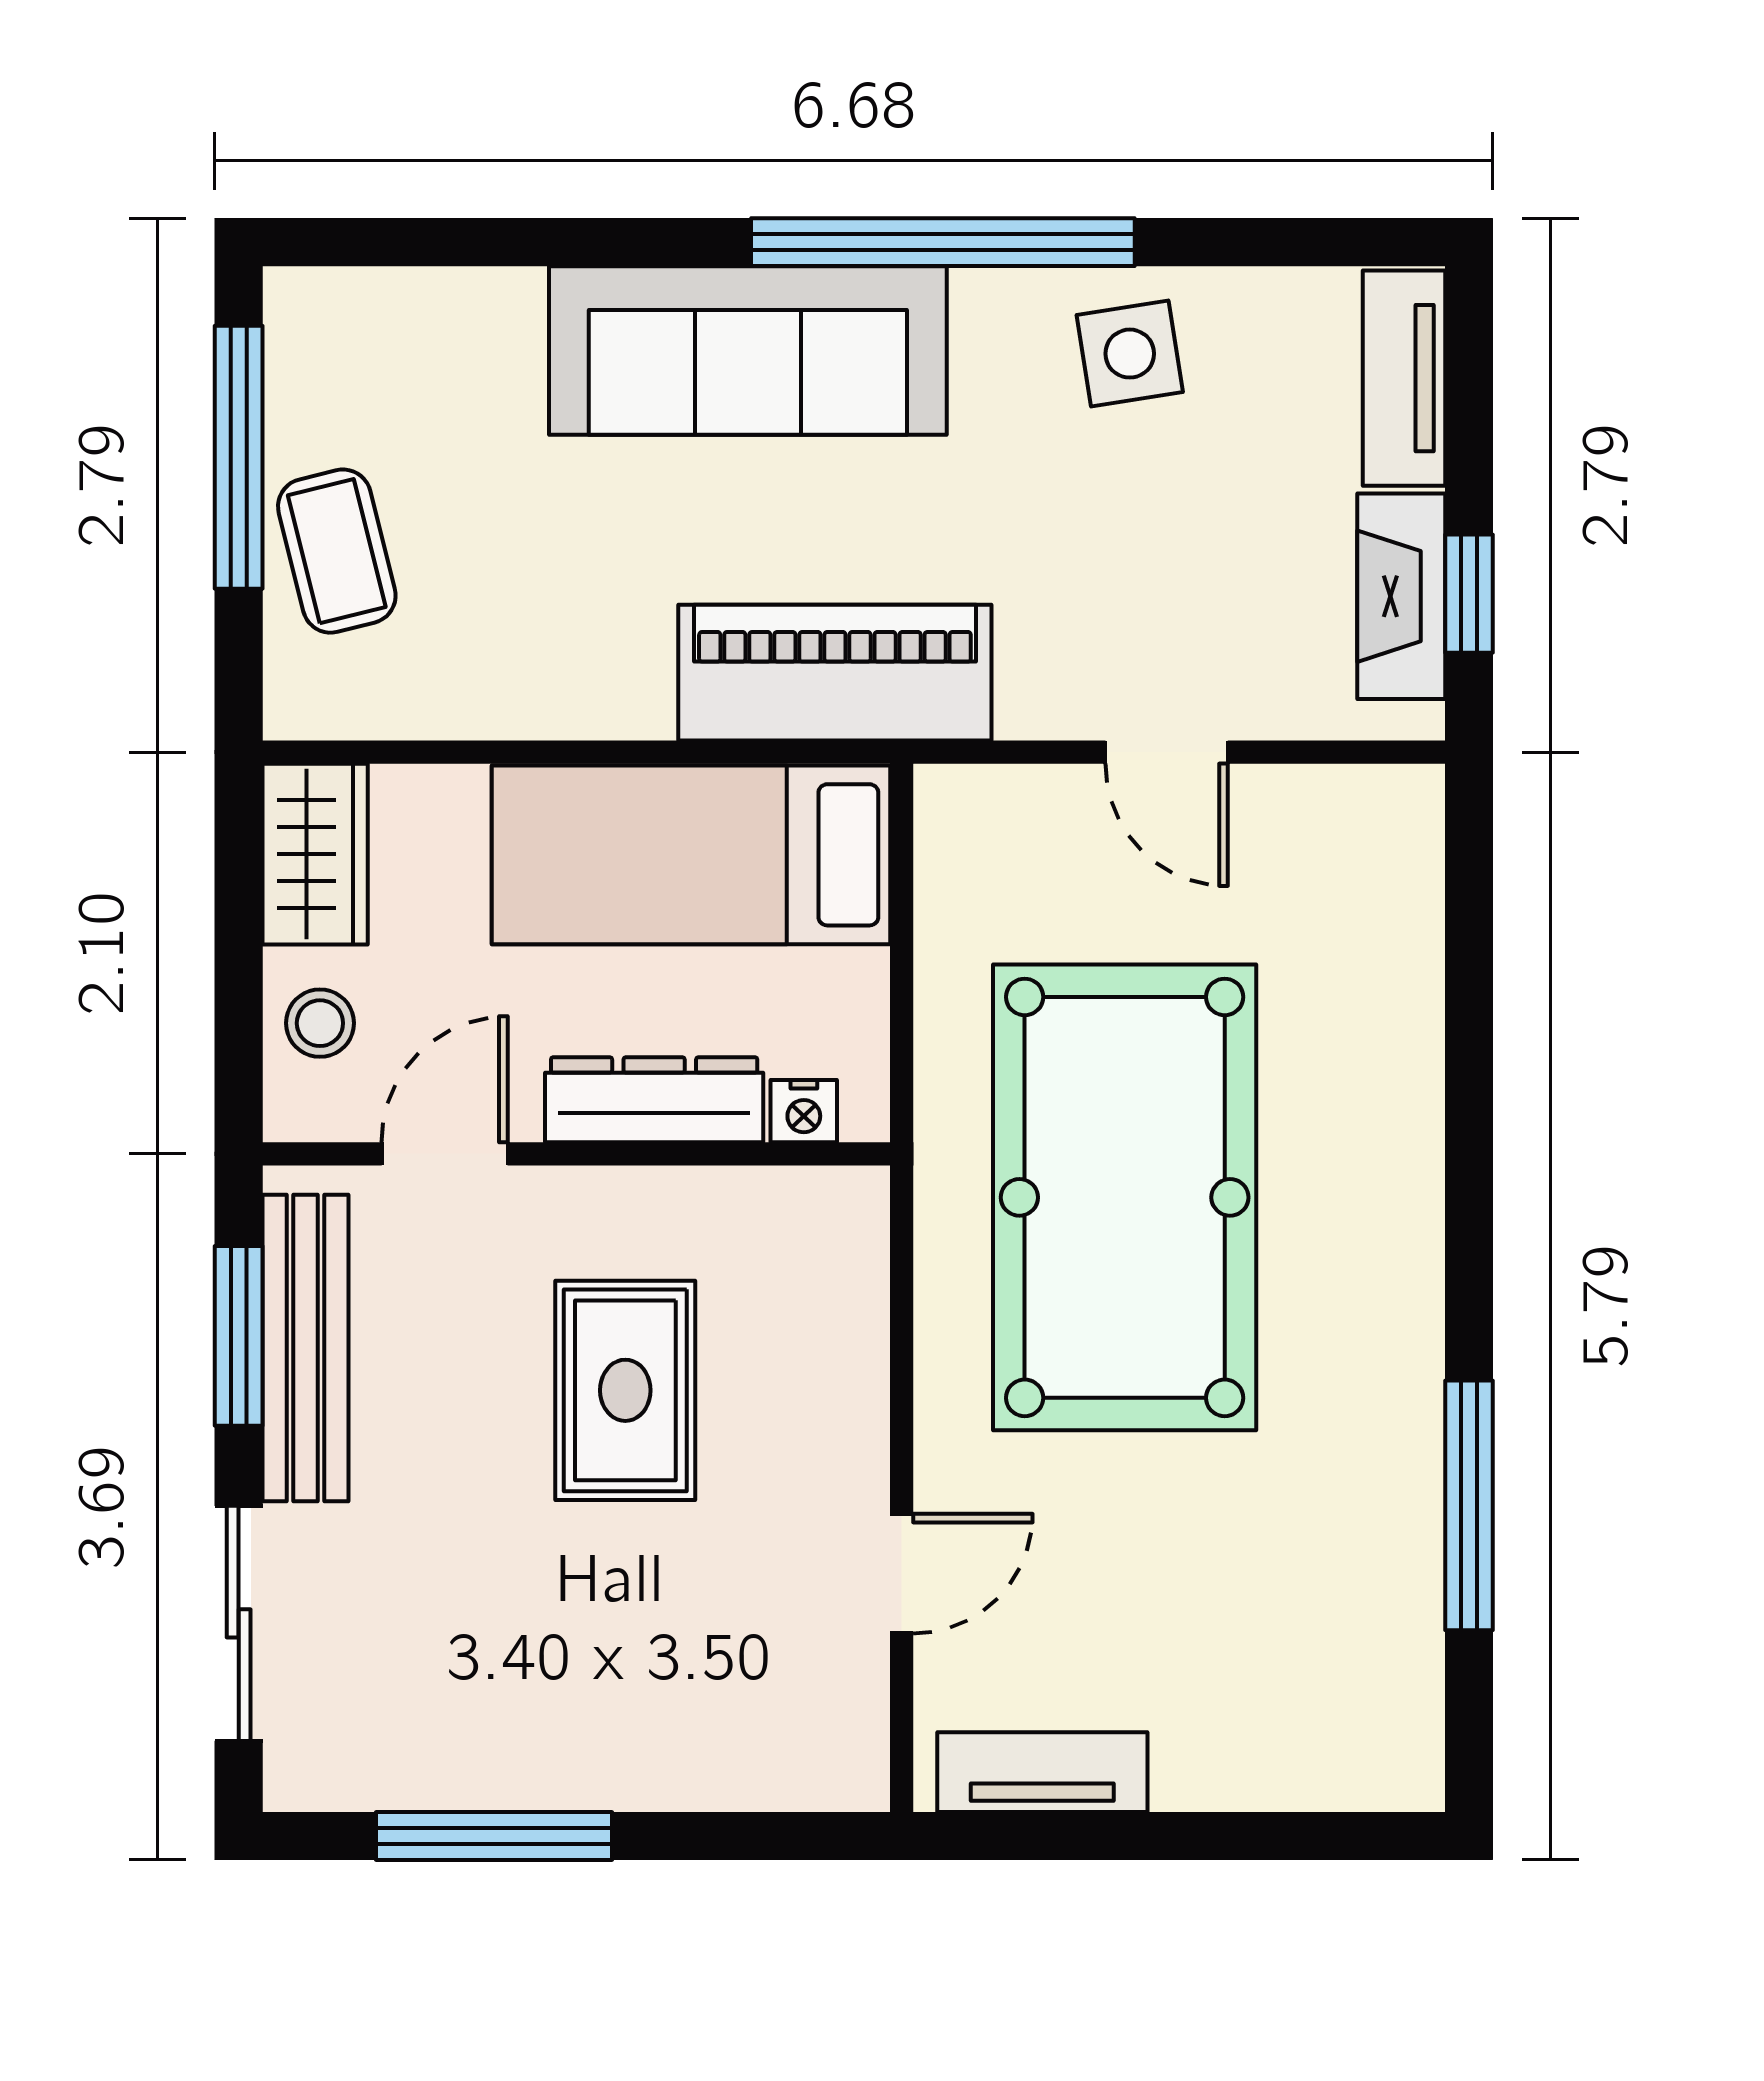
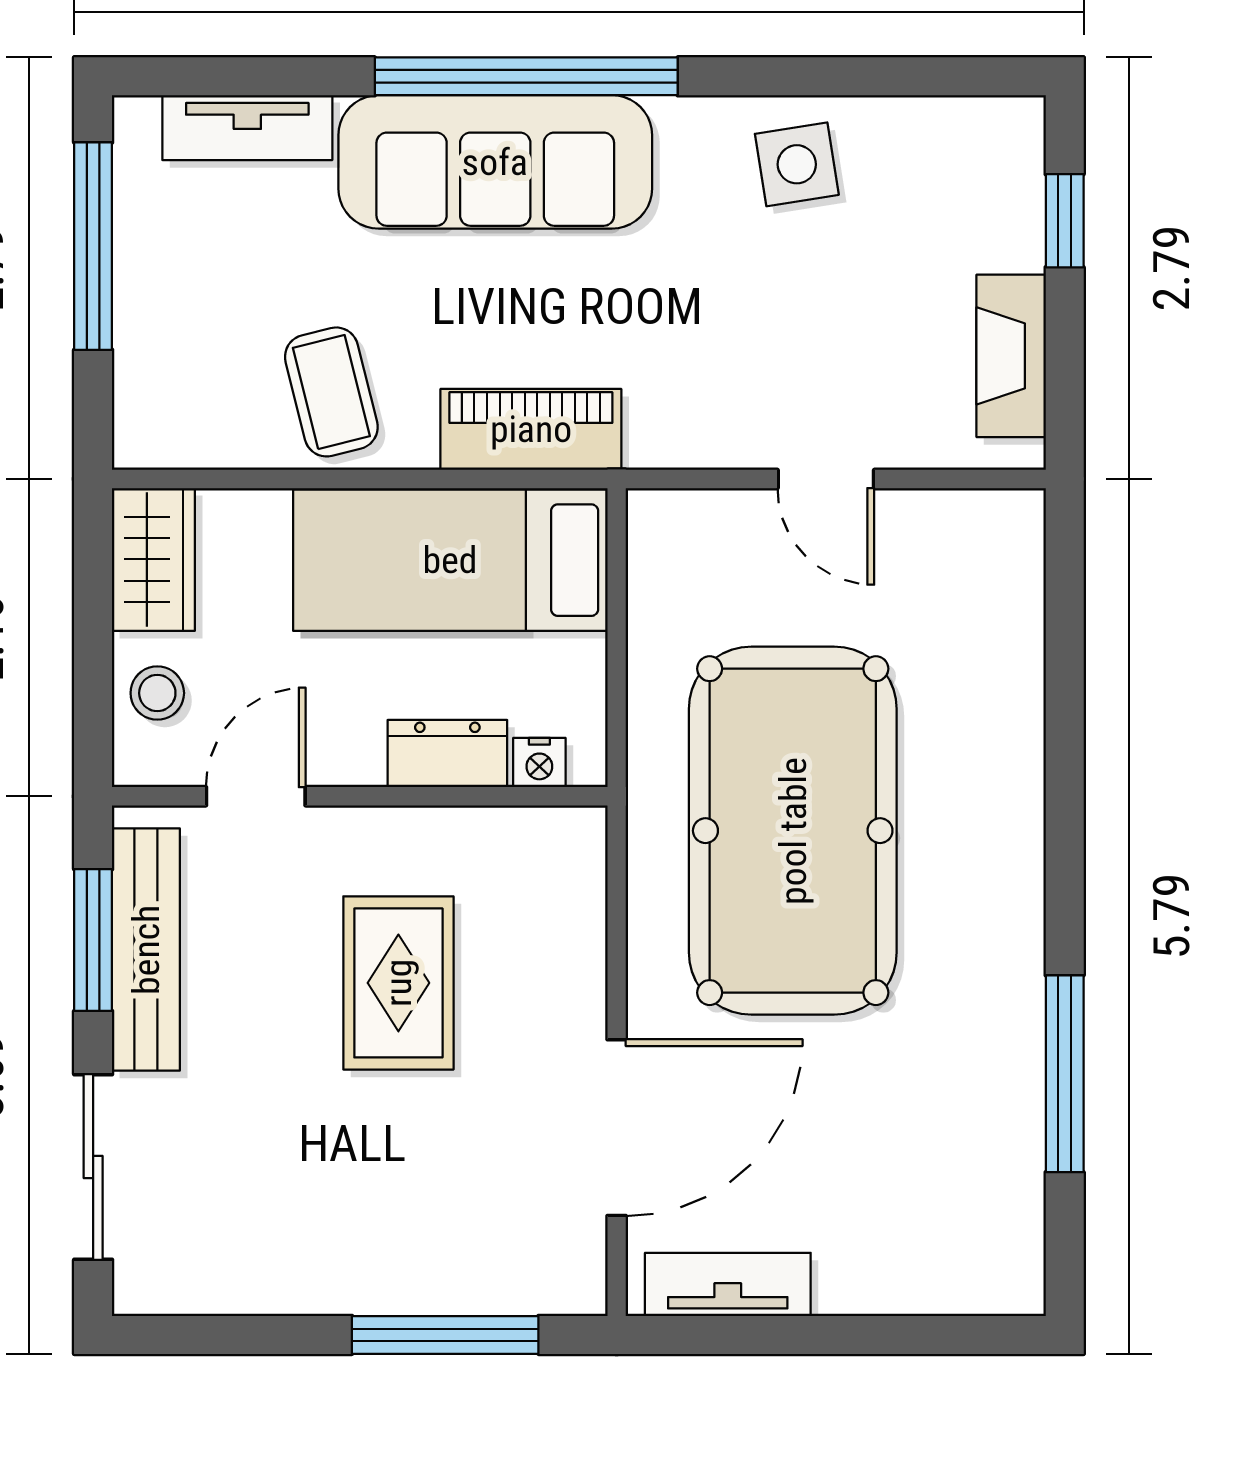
window: (943, 242) -> (526, 76), moved
tv unit: (1404, 378) -> (247, 128), moved, turned -90
coffee table: (337, 551) -> (331, 392), moved
window: (1469, 594) -> (1065, 221), moved
piano: (835, 673) -> (531, 429), width x0.73, depth x0.75
dresser: (654, 1100) -> (447, 754), width x0.70
door: (902, 1574) -> (617, 1128), width x1.87
window: (494, 1836) -> (445, 1335), moved

